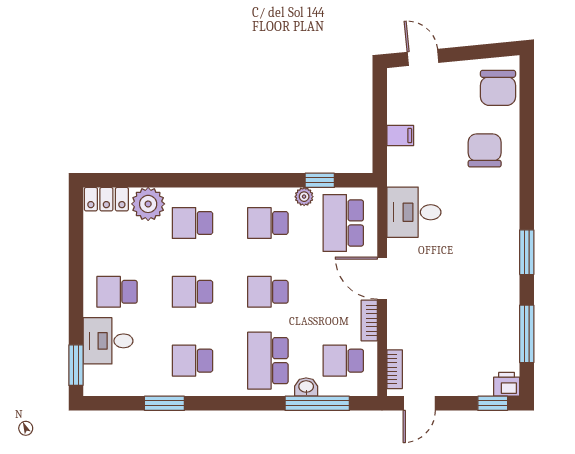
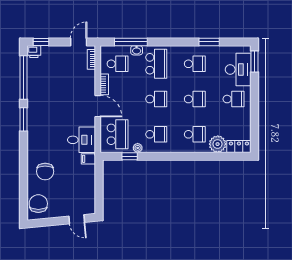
filing cabinet: (400, 136) -> (88, 159), moved
window: (527, 334) -> (24, 77), width x1.46
desk: (108, 341) -> (238, 70), width x1.37

